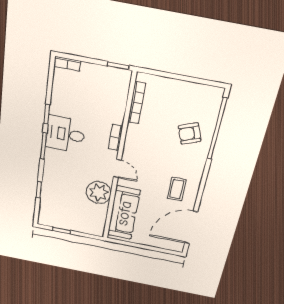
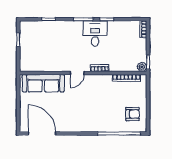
armchair: (190, 134) -> (133, 114), moved, turned 111
coffee table: (177, 189) -> (70, 117), removed
plant: (99, 193) -> (142, 67), moved, width x0.53, depth x0.53

